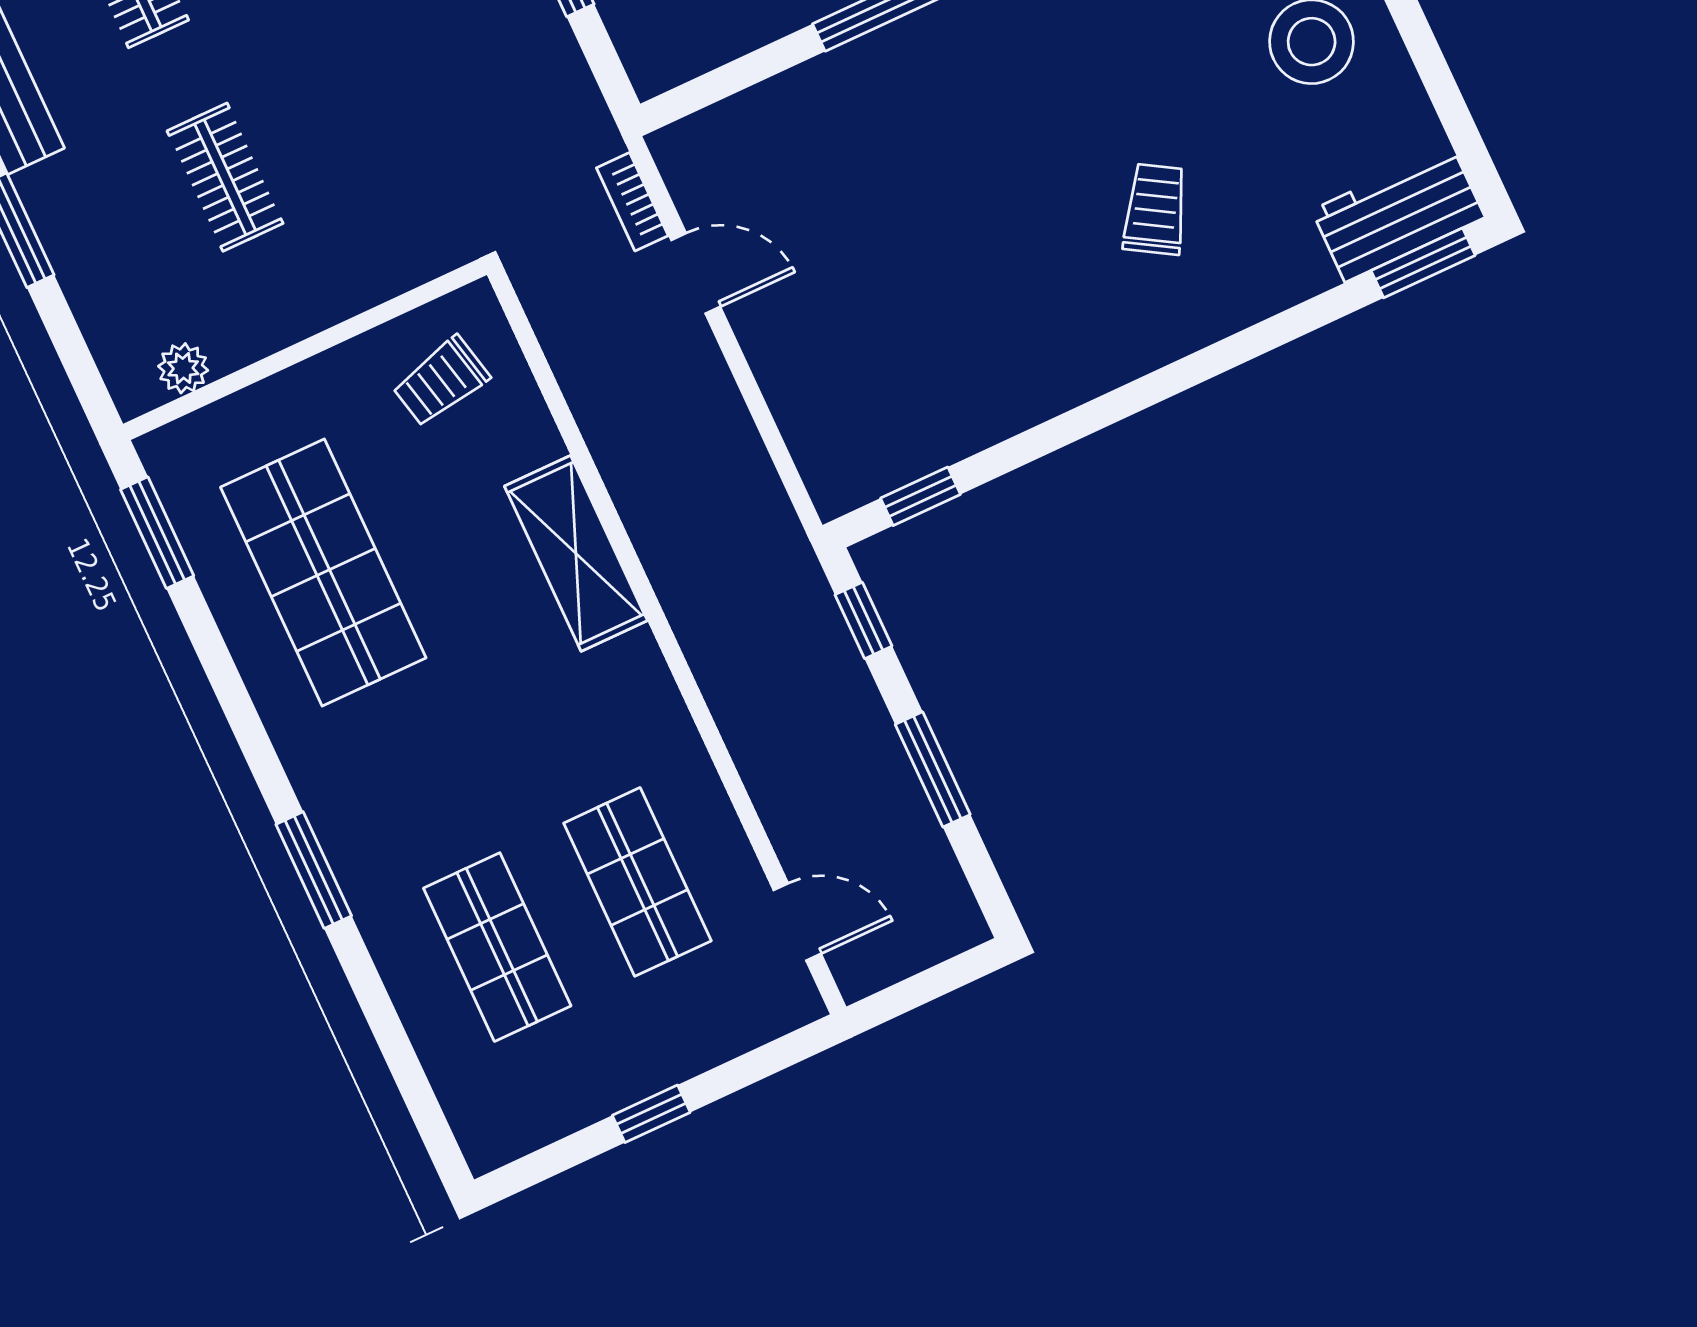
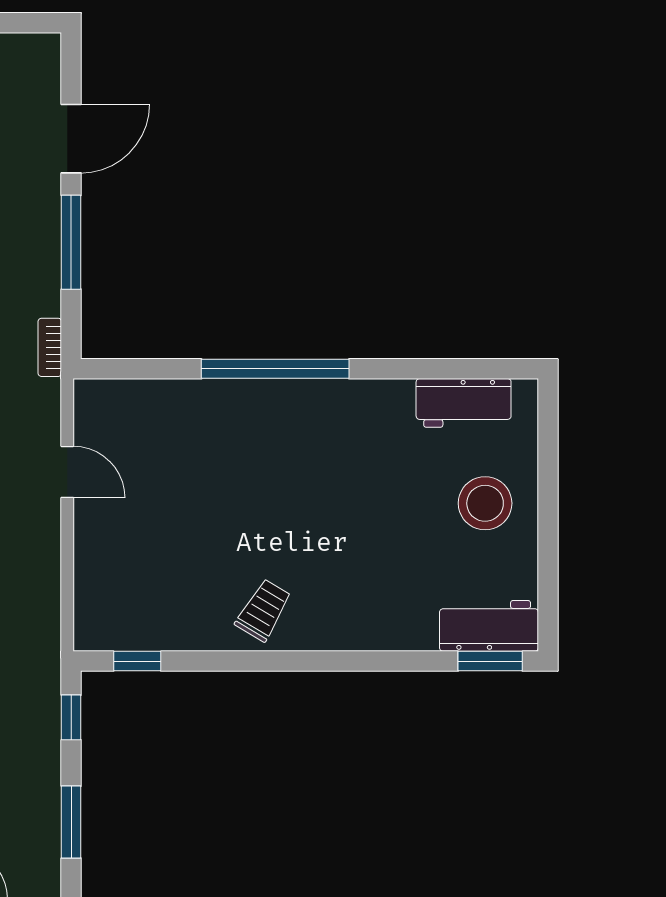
bookcase: (632, 202) -> (50, 347), moved
trolley: (1155, 209) -> (263, 610), moved

